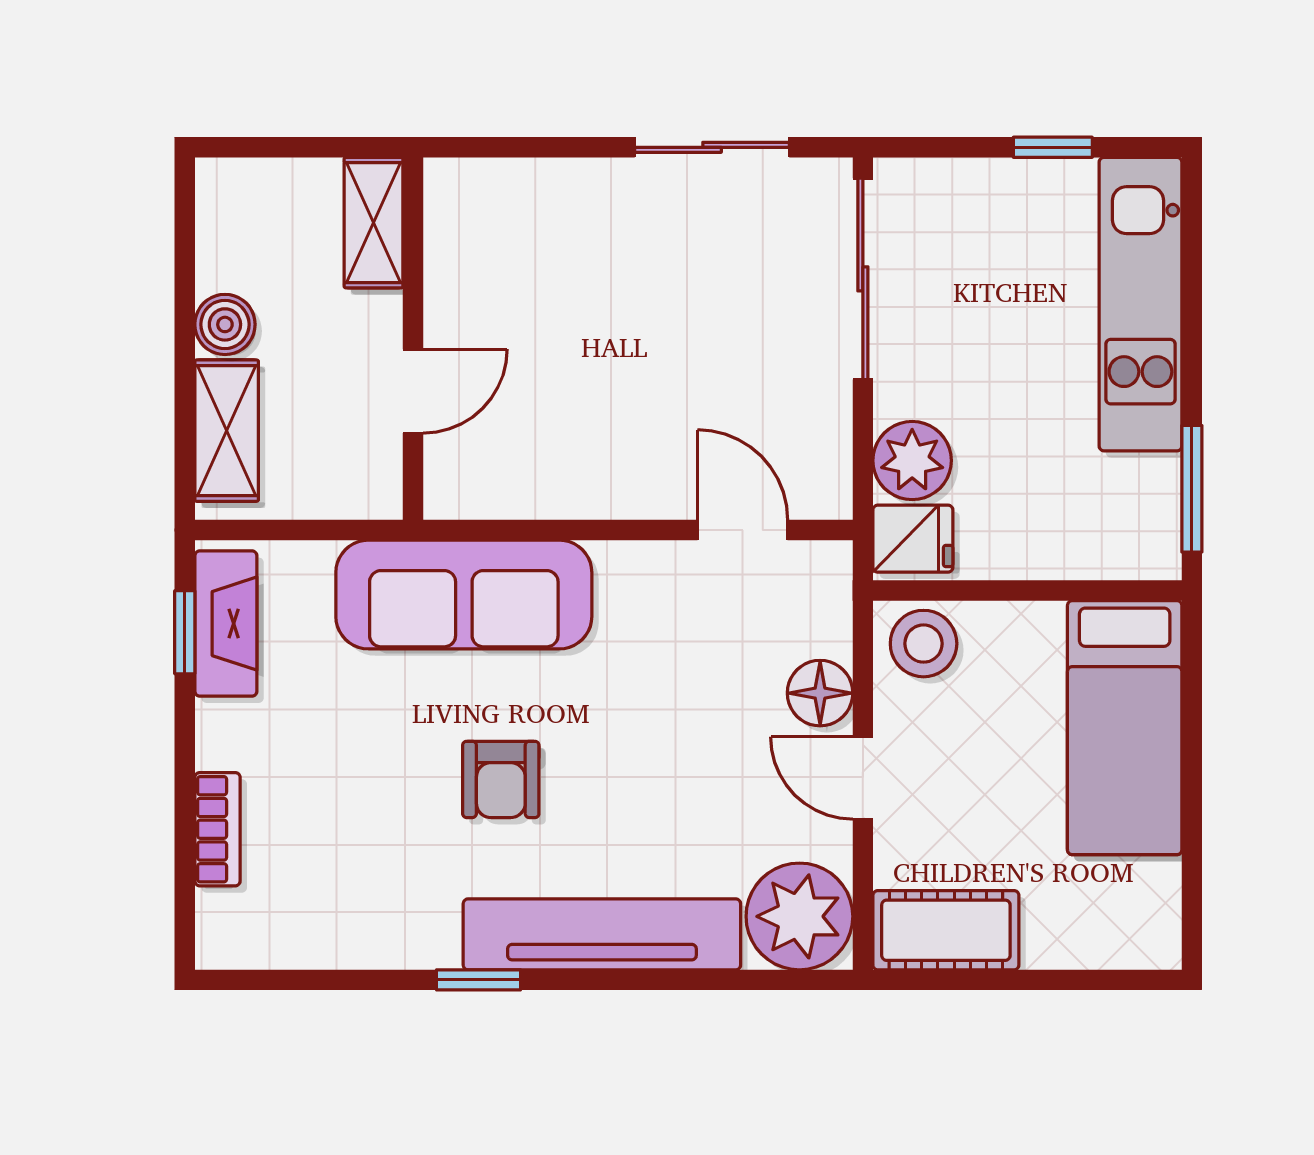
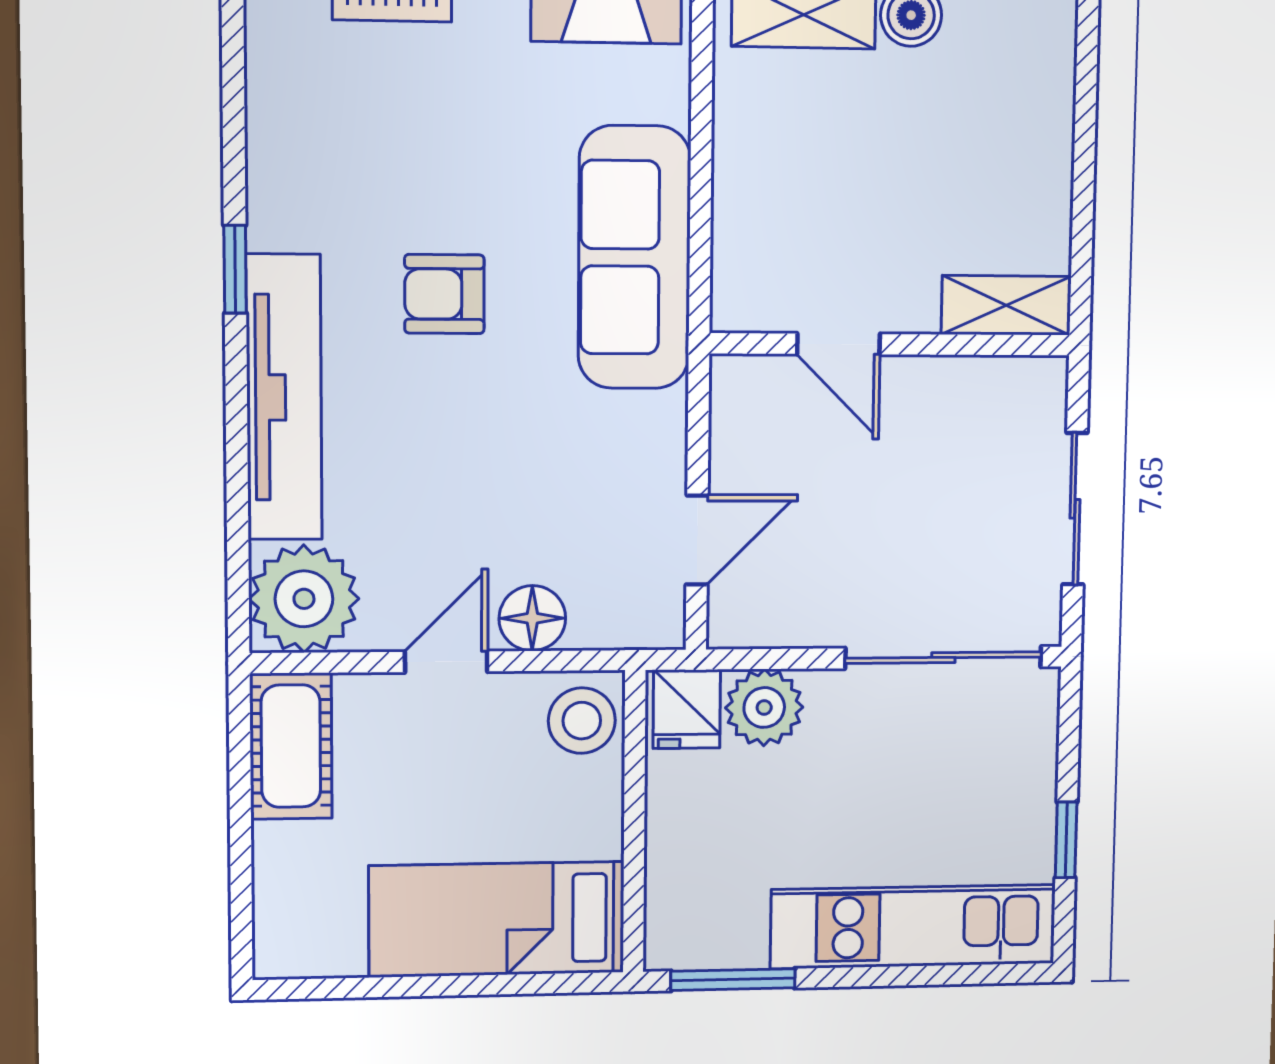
shelving: (374, 223) -> (1006, 305), moved
wall: (413, 339) -> (891, 344), moved
door: (413, 391) -> (839, 344), moved

